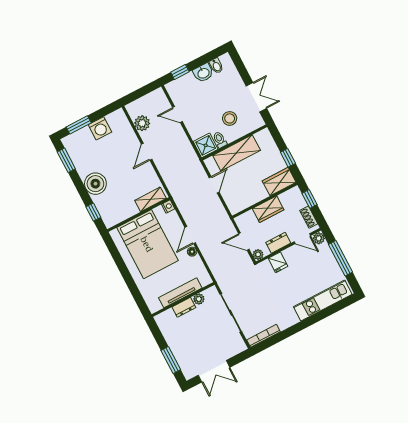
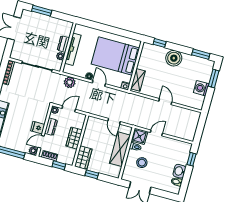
door: (177, 115) -> (156, 133), moved
plant: (142, 123) -> (70, 82), moved
fridge: (278, 262) -> (38, 128), moved

